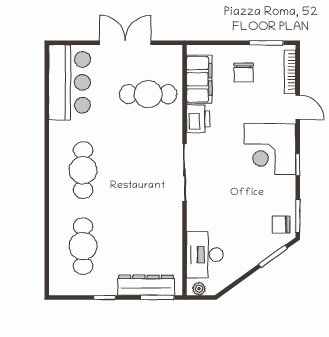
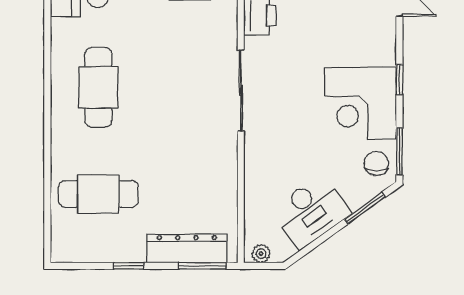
corner desk: (270, 149) -> (360, 103), moved
chair: (281, 224) -> (376, 164), turned 90
cafe table: (83, 246) -> (98, 194), turned 90
desk: (205, 255) -> (311, 212), moved, turned -126

